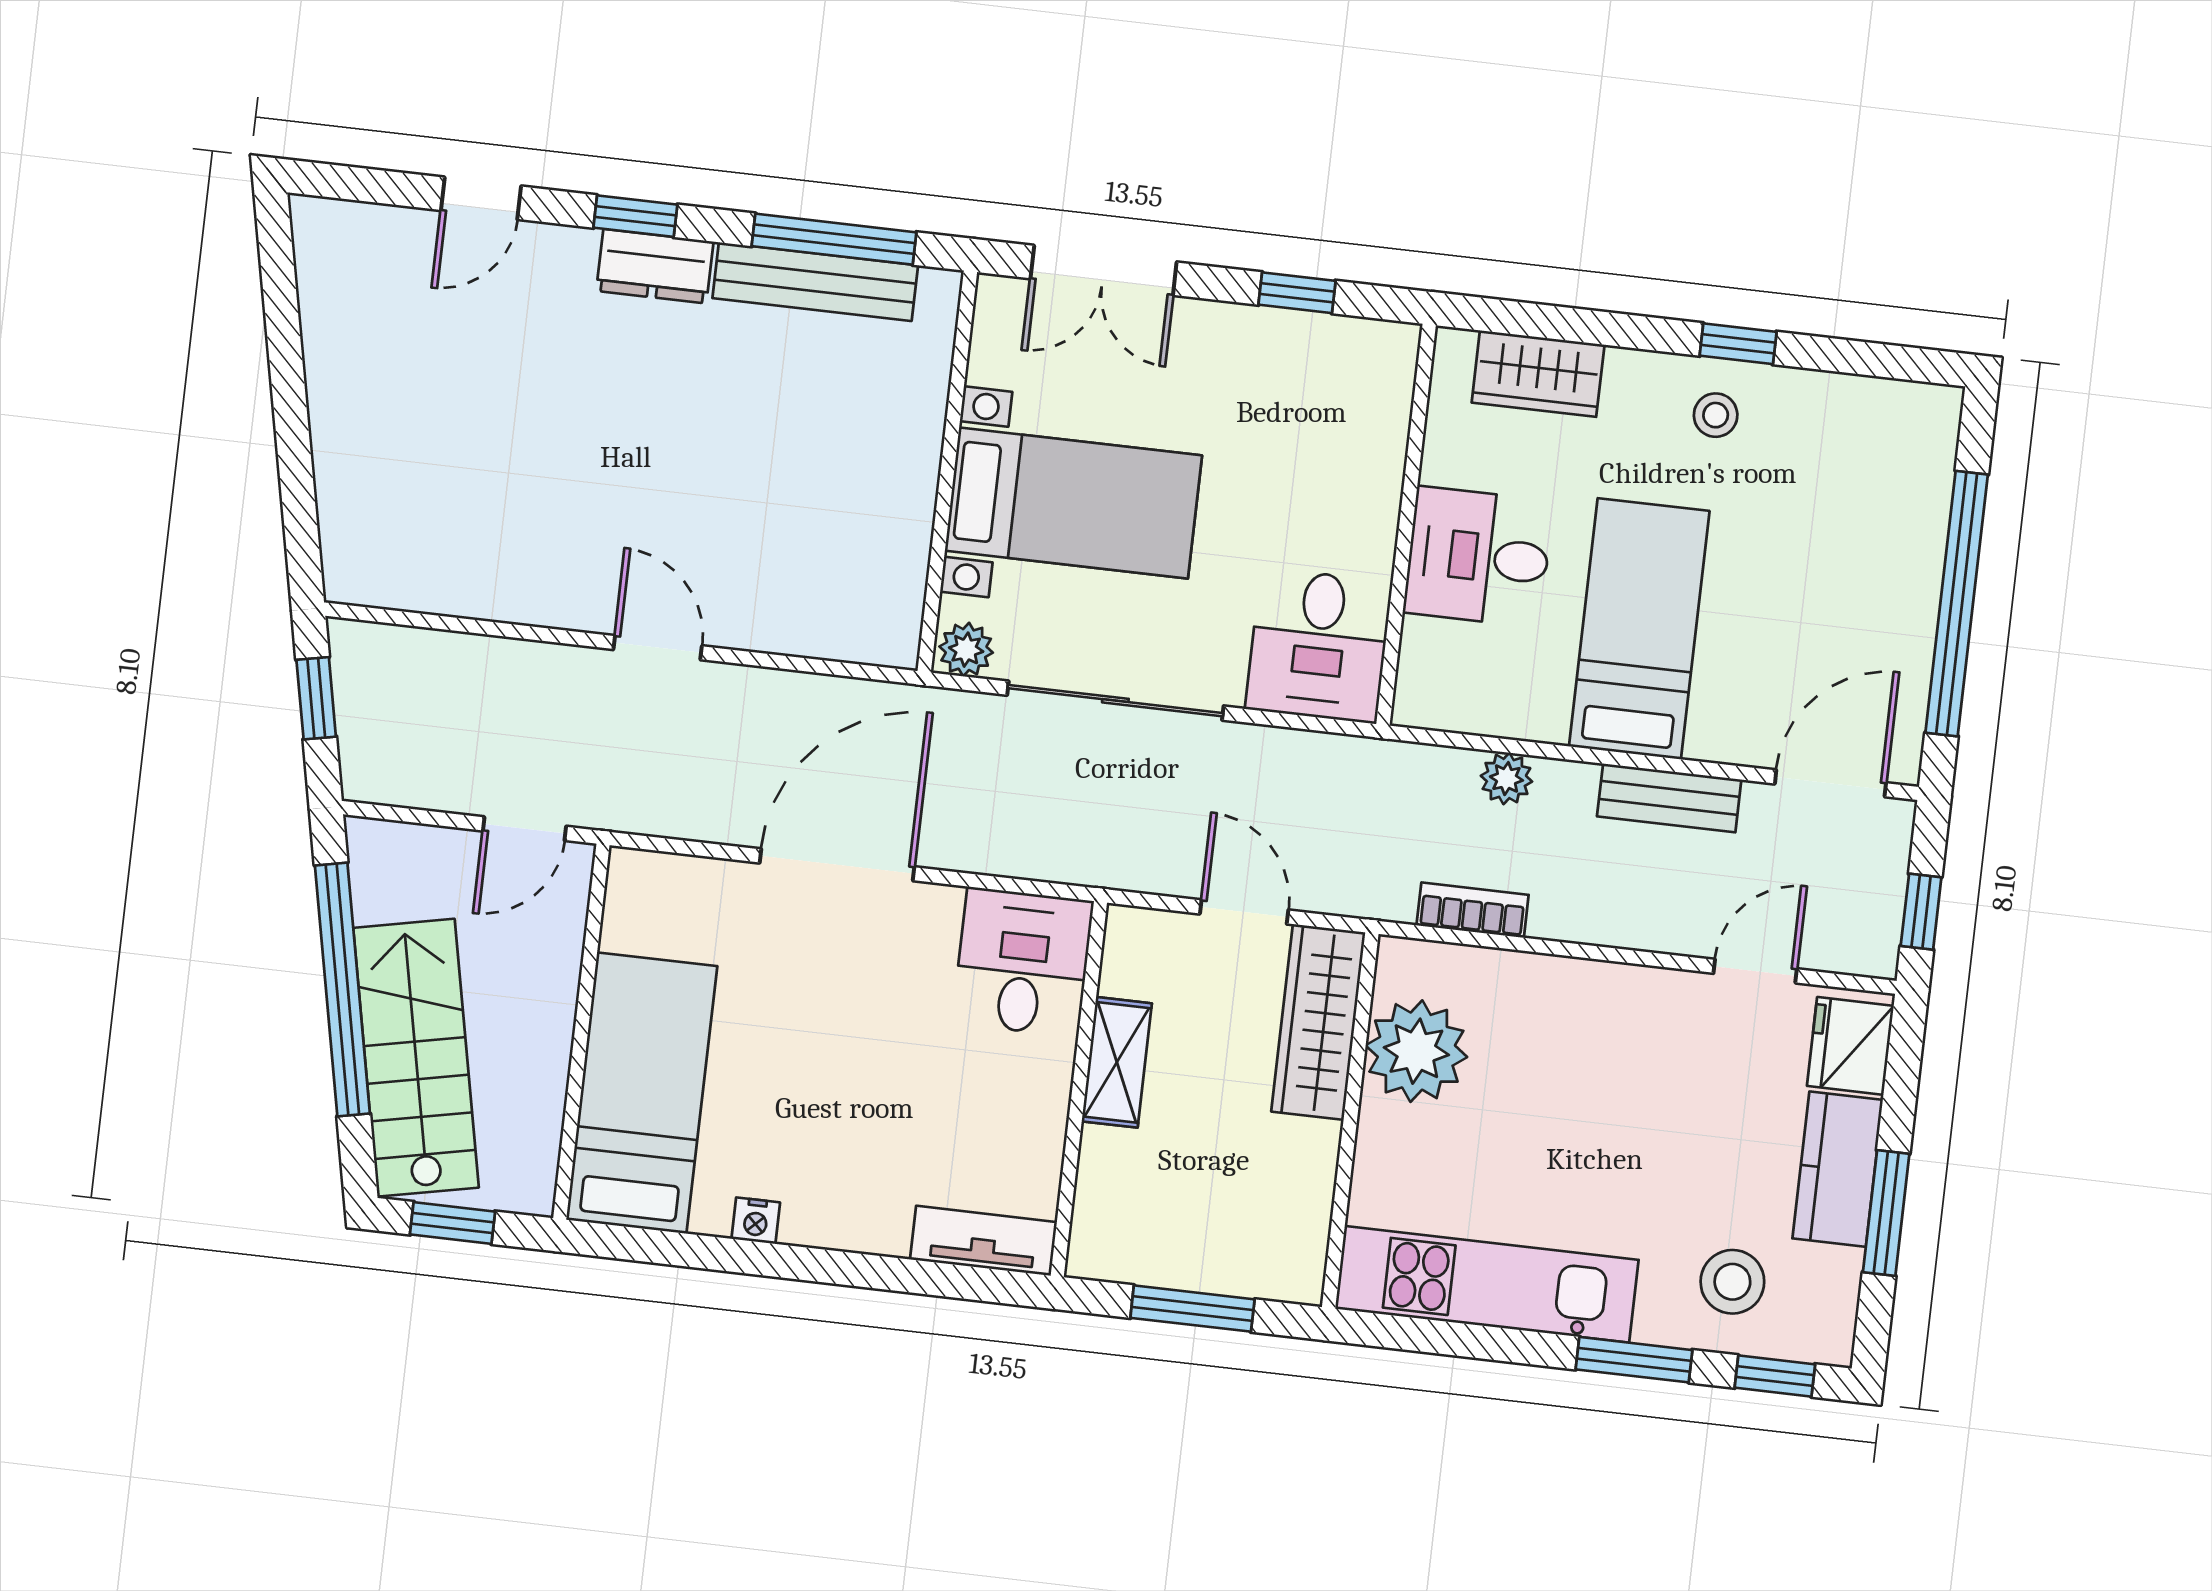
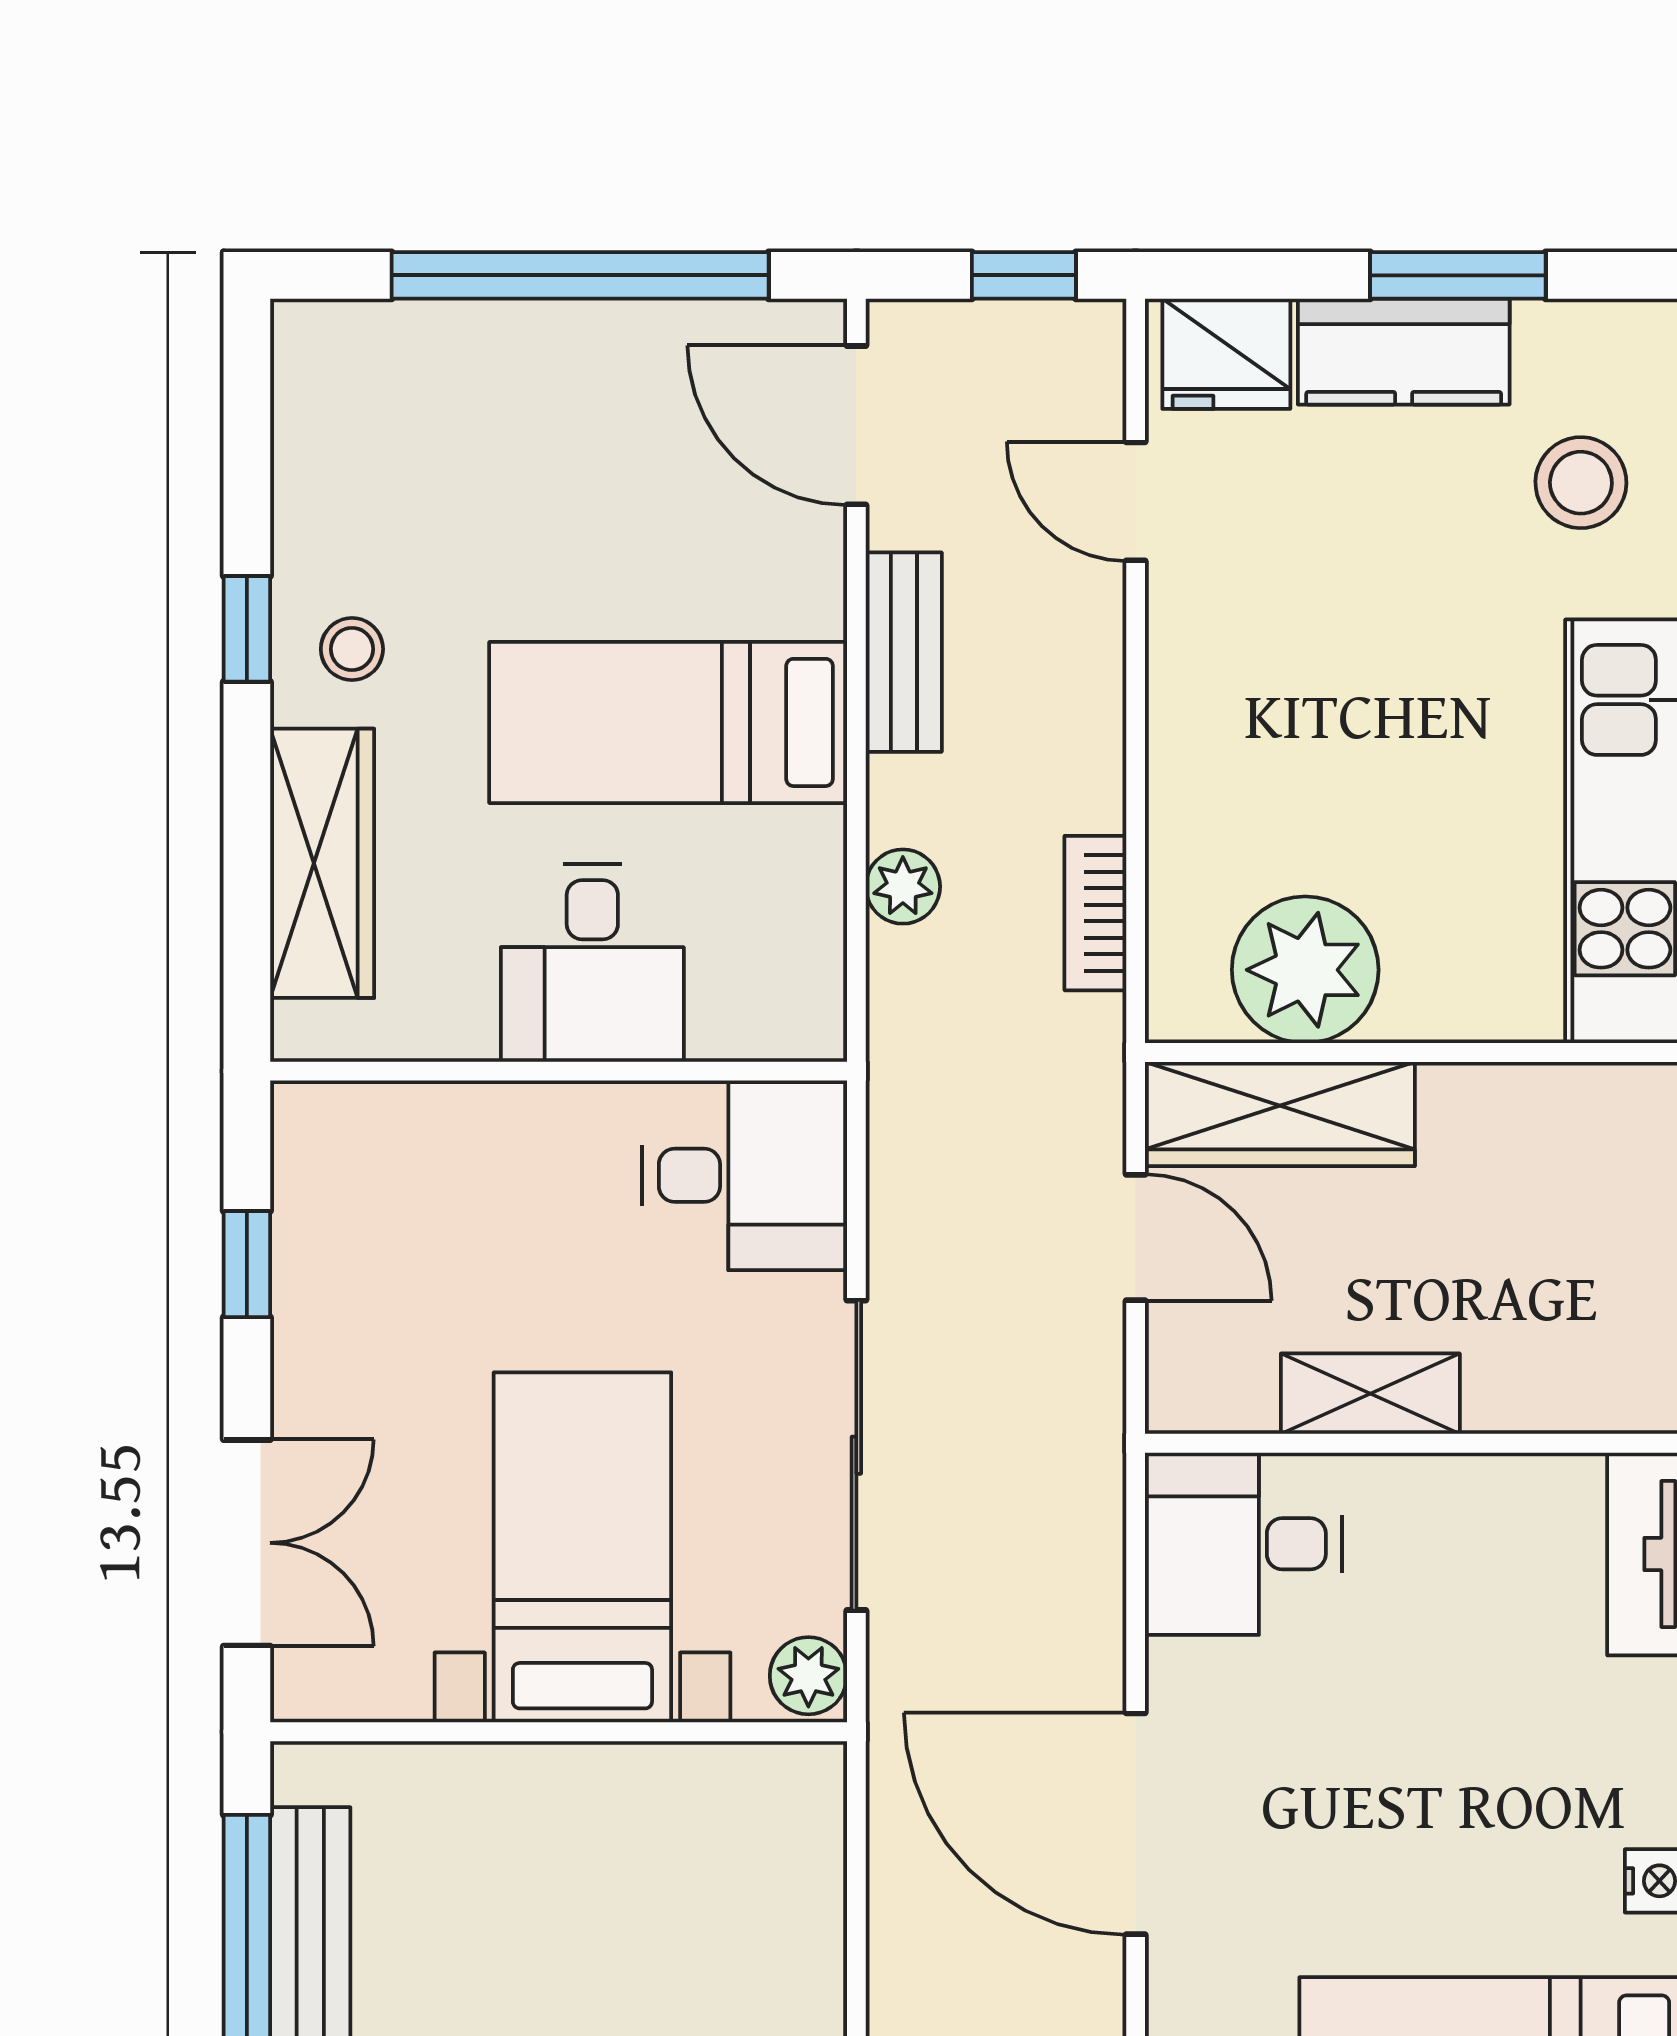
wardrobe: (1538, 374) -> (322, 863), width x1.50
door: (1244, 912) -> (1136, 1238), swing flipped

